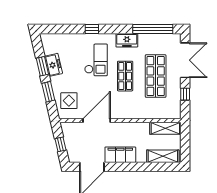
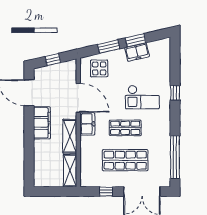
freezer: (127, 40) -> (87, 124), moved, turned 180
shelving: (163, 156) -> (70, 136), moved

